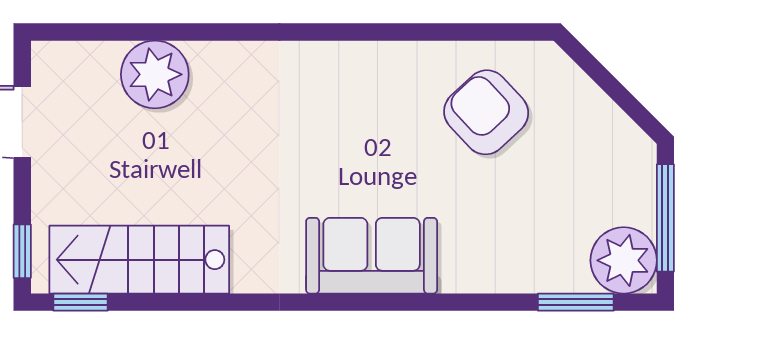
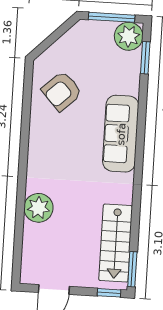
plant: (155, 74) -> (38, 208), moved
sofa: (372, 256) -> (121, 134), width x1.36
window: (81, 302) -> (132, 269), width x1.50

